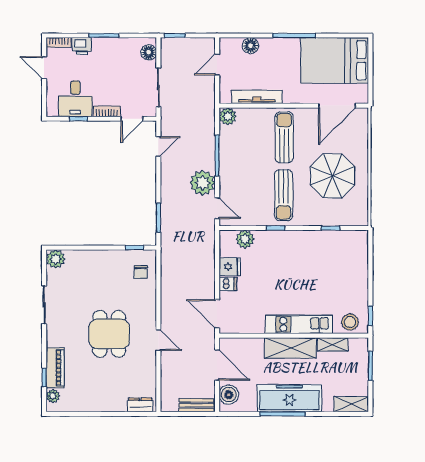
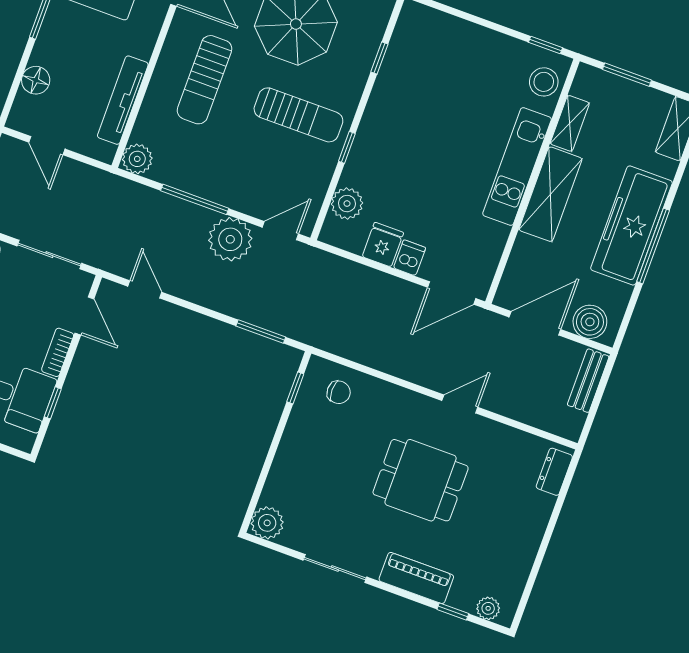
sun lounger: (284, 137) -> (205, 80), turned -90
piano: (55, 368) -> (416, 578), moved

